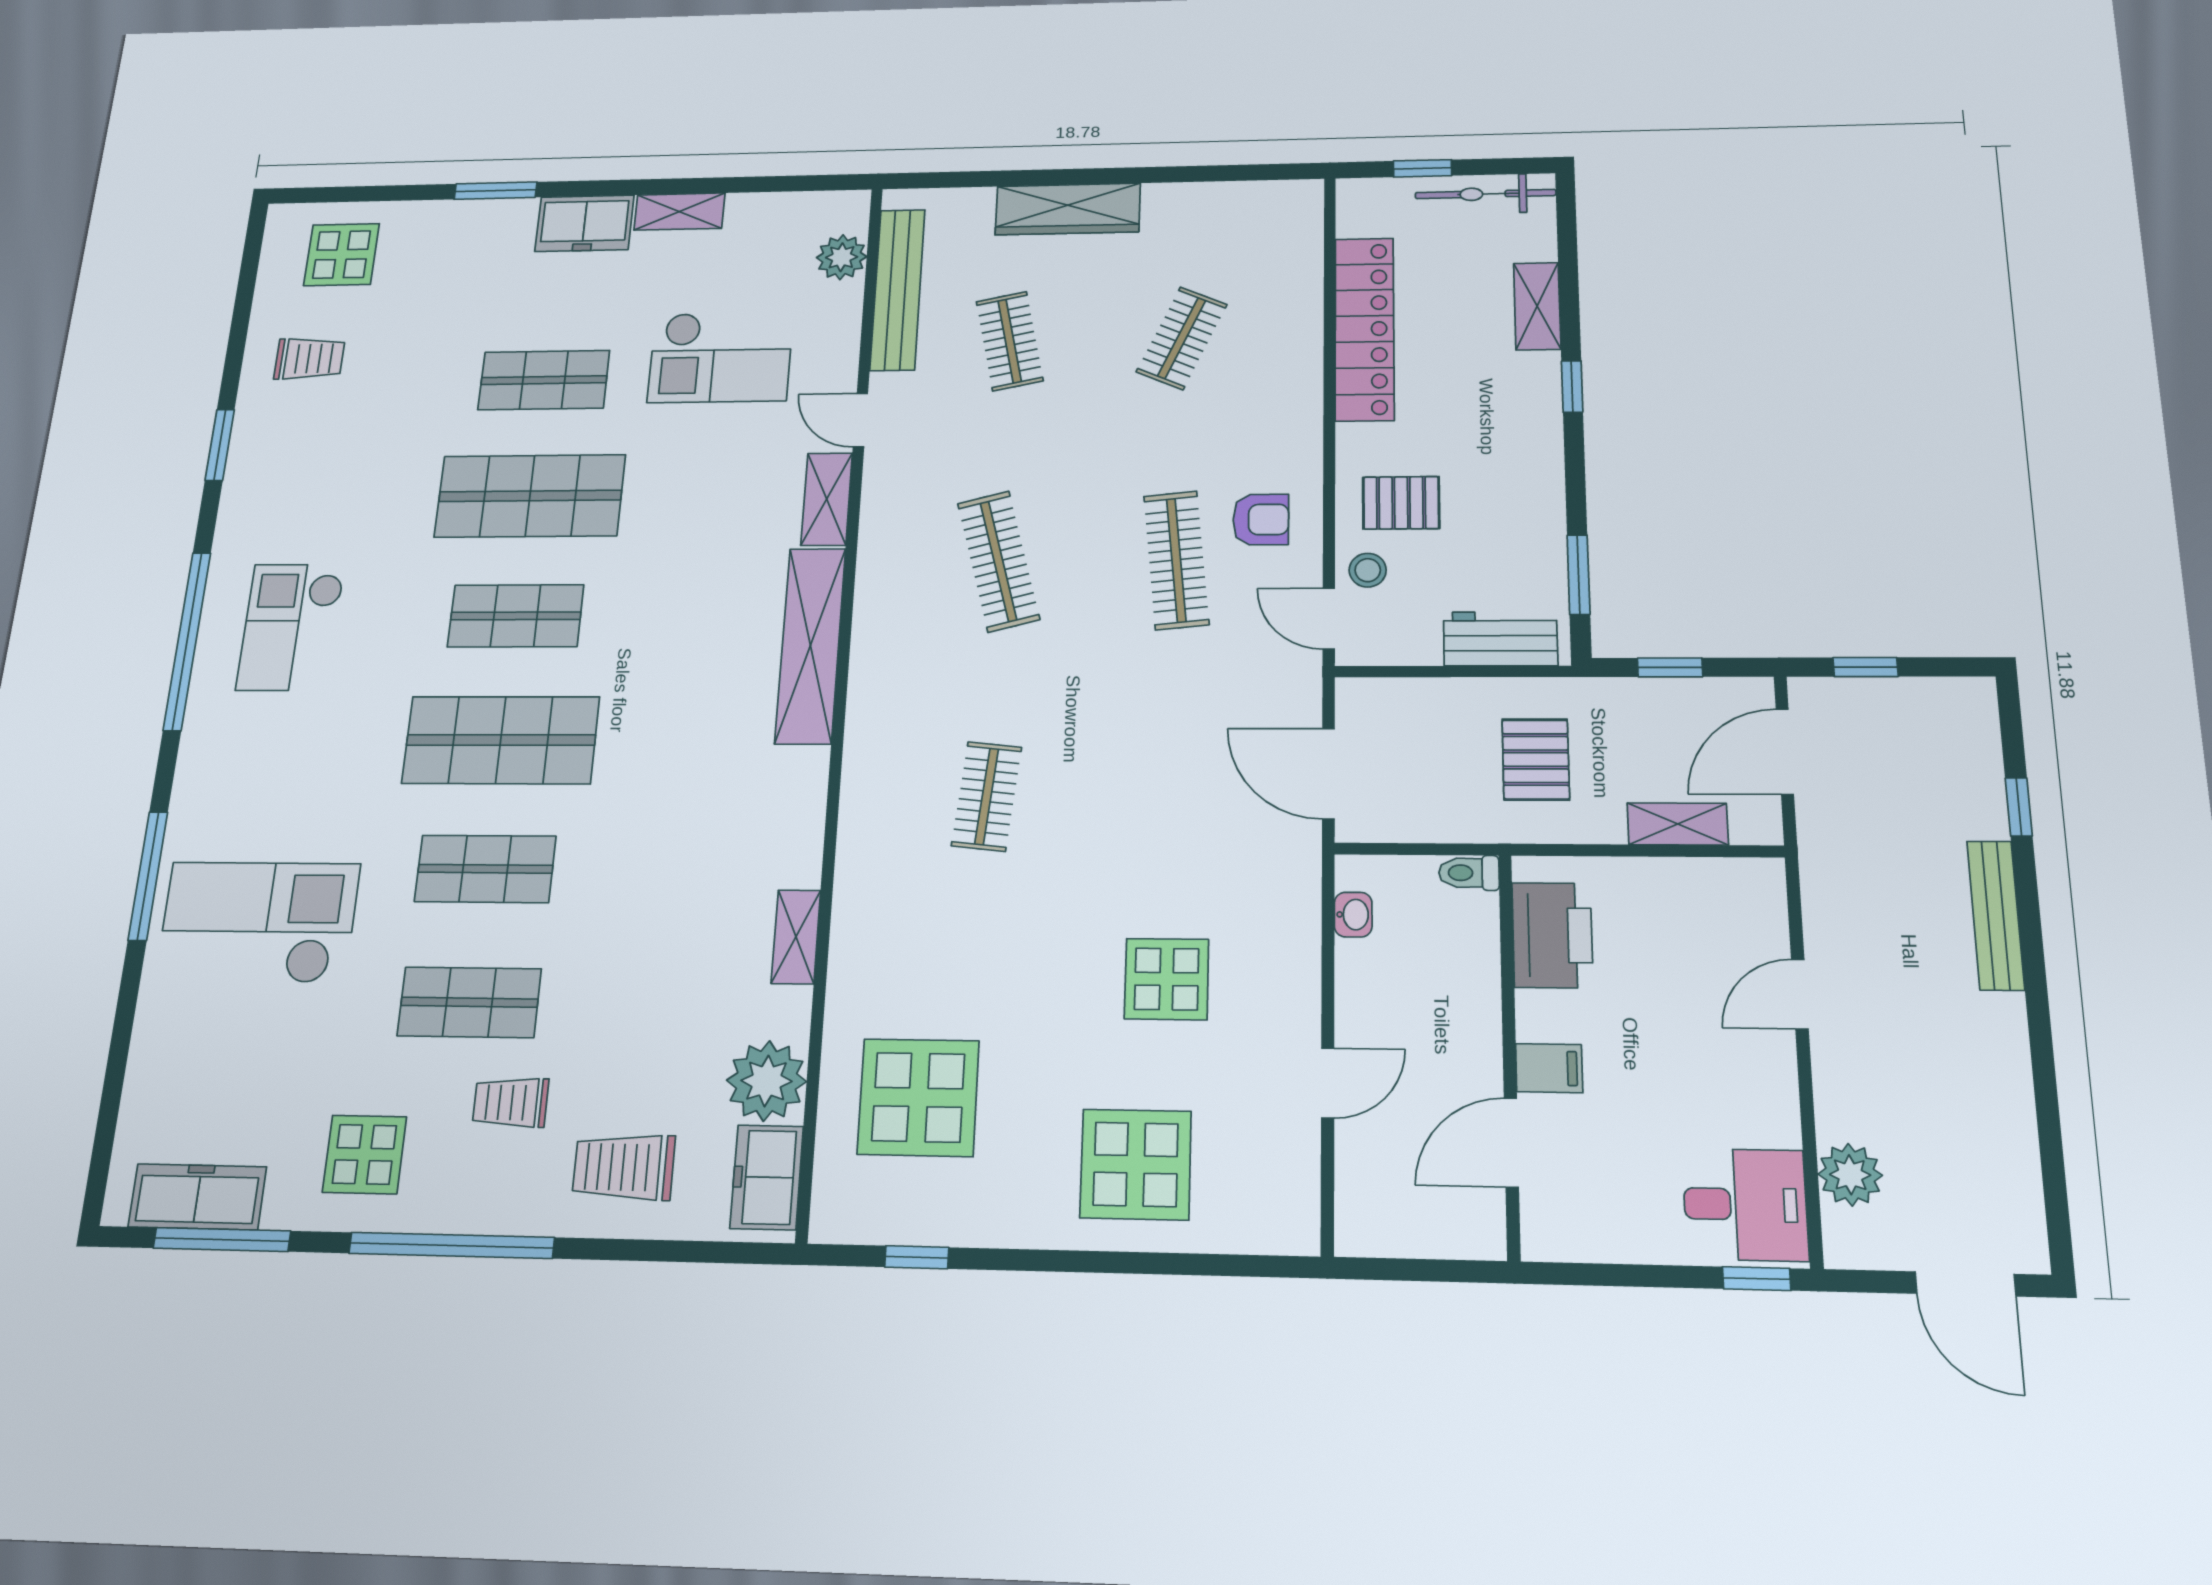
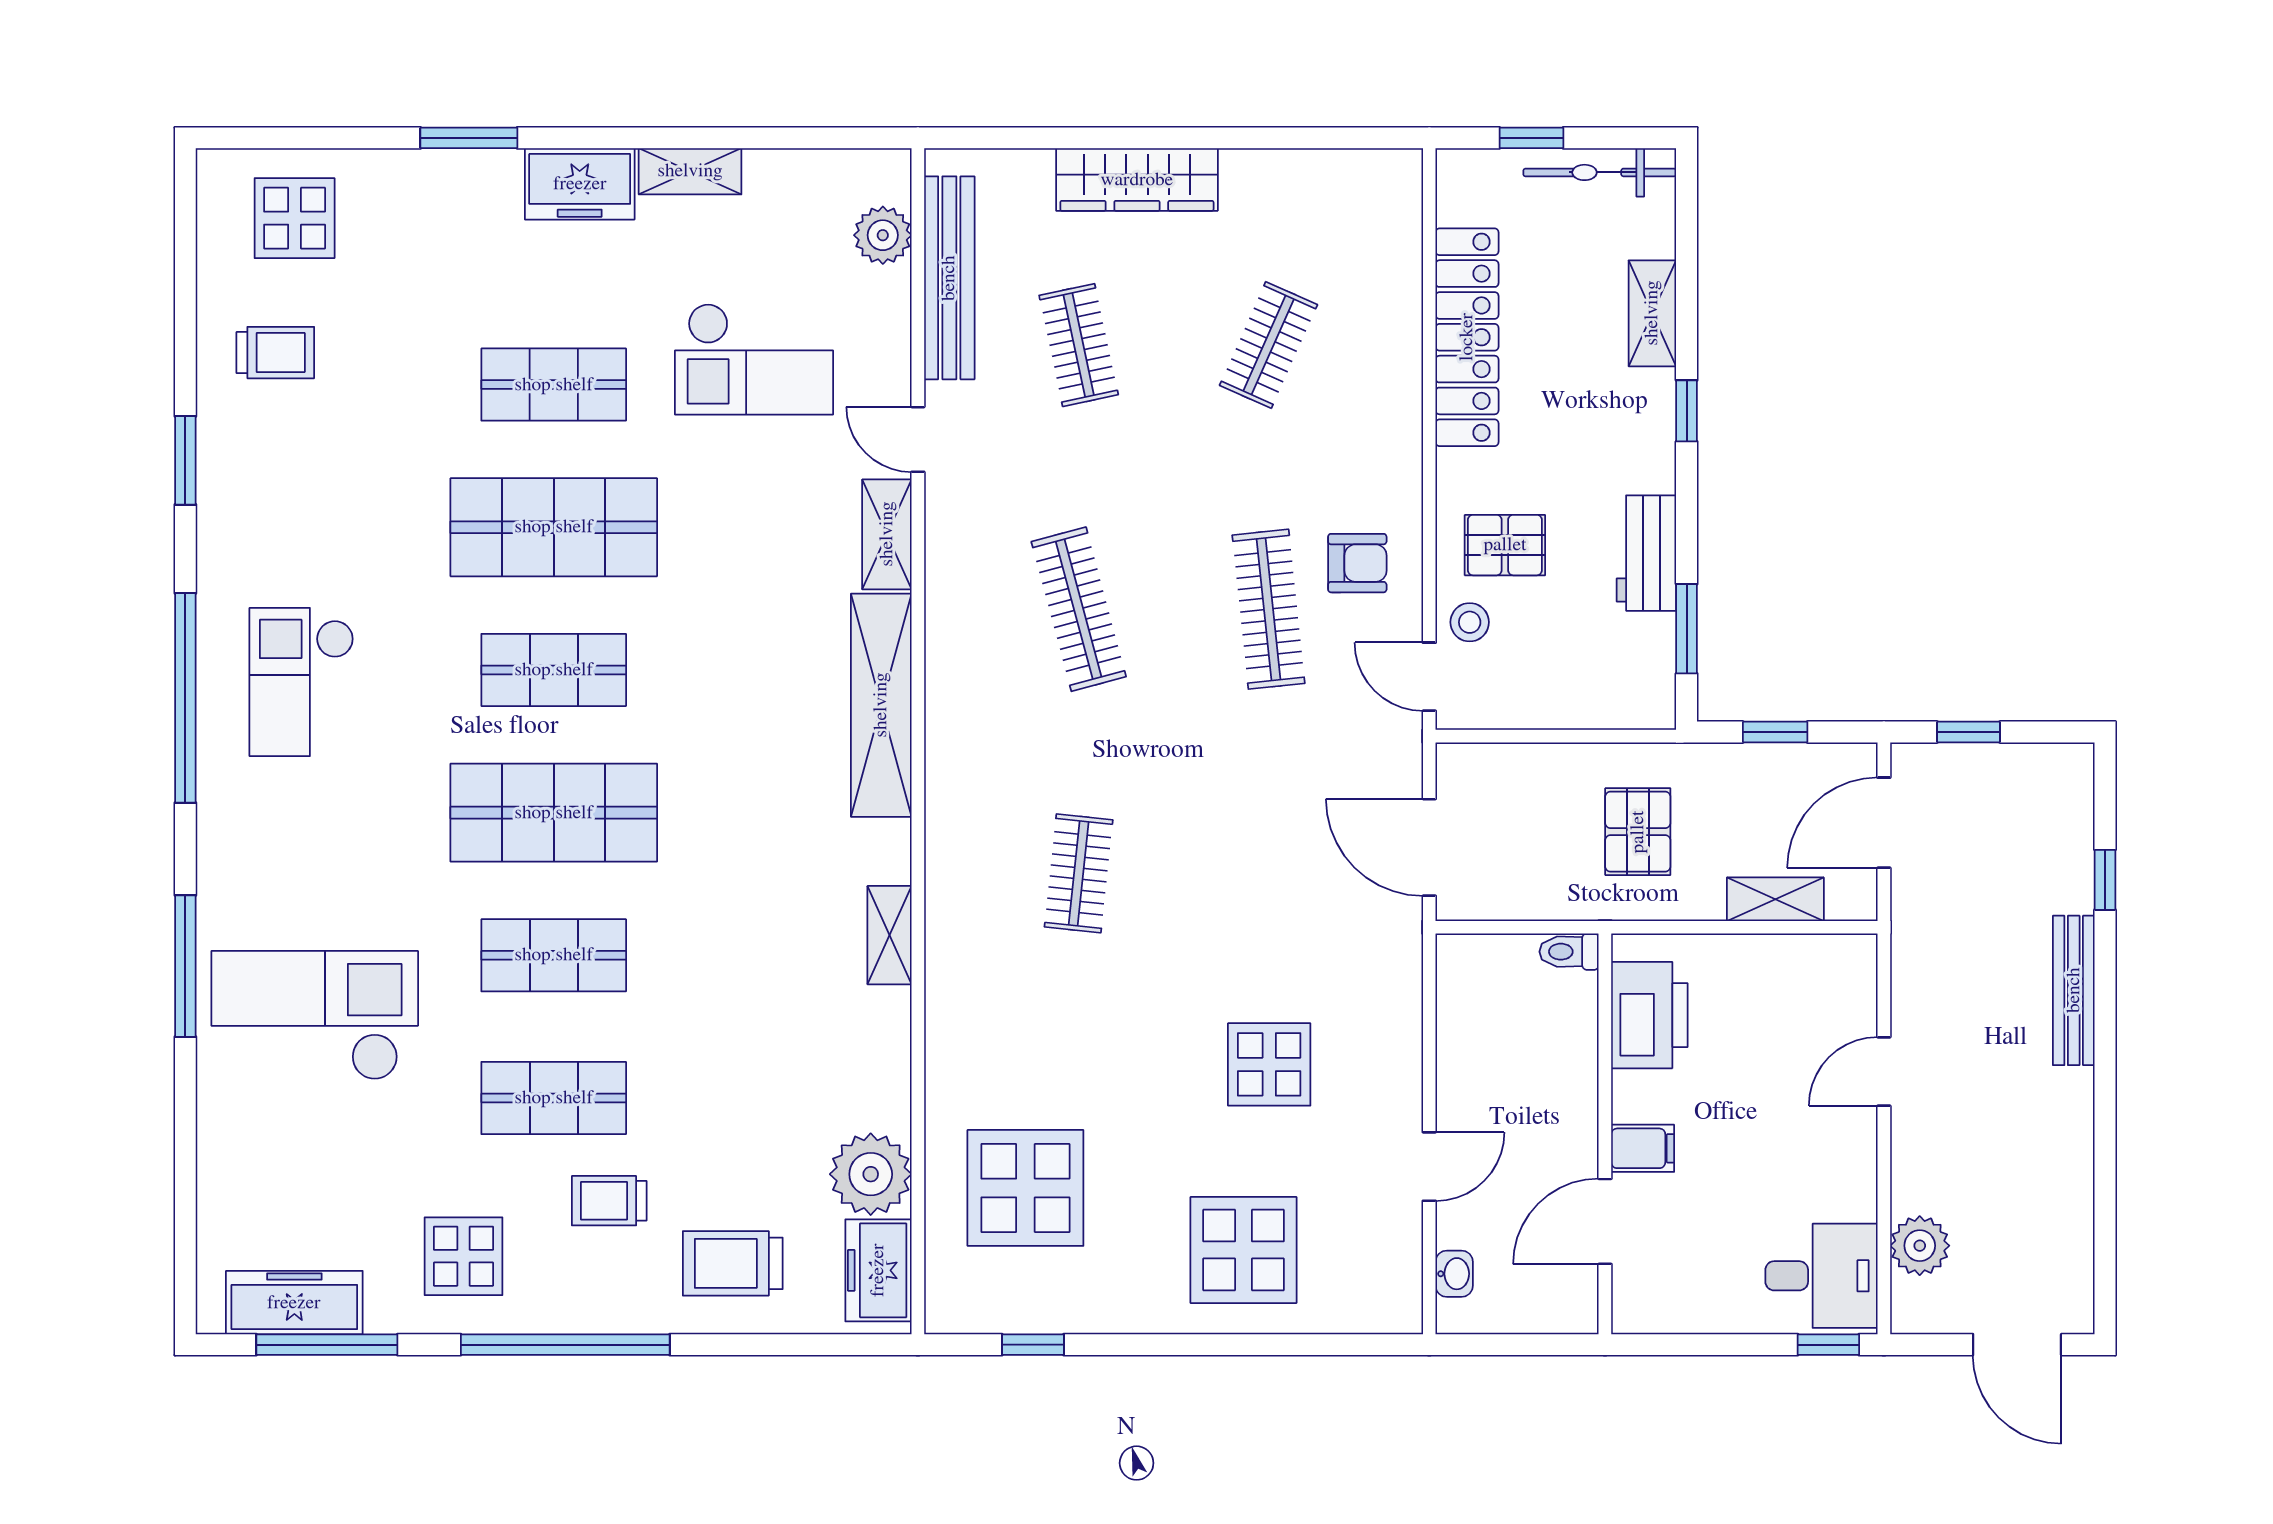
workbench: (1500, 639) -> (1646, 553), moved, turned -90
washbasin: (1353, 915) -> (1454, 1274), moved
shelving: (796, 937) -> (890, 935), moved

